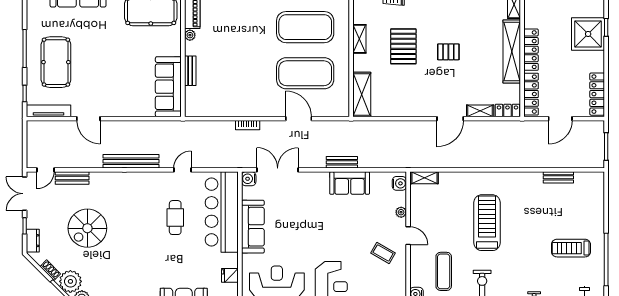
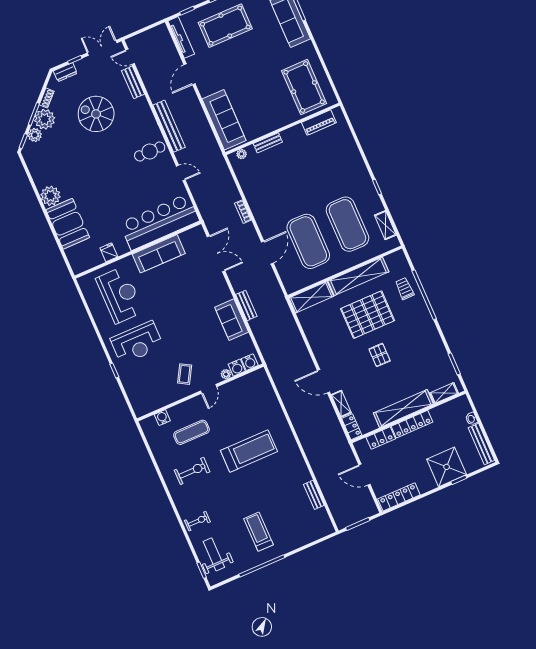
plant: (190, 35) -> (242, 154), moved
shelving: (359, 39) -> (358, 276), width x2.20, depth x1.33
pallet: (403, 46) -> (368, 315), width x1.37, depth x1.41
sofa: (168, 87) -> (224, 120), moved, turned 90
locker: (531, 94) -> (381, 438), width x0.66
shelving: (425, 178) -> (264, 381), removed
water cooler: (249, 179) -> (237, 368), moved, turned 180
cafe table: (175, 218) -> (150, 151), moved

